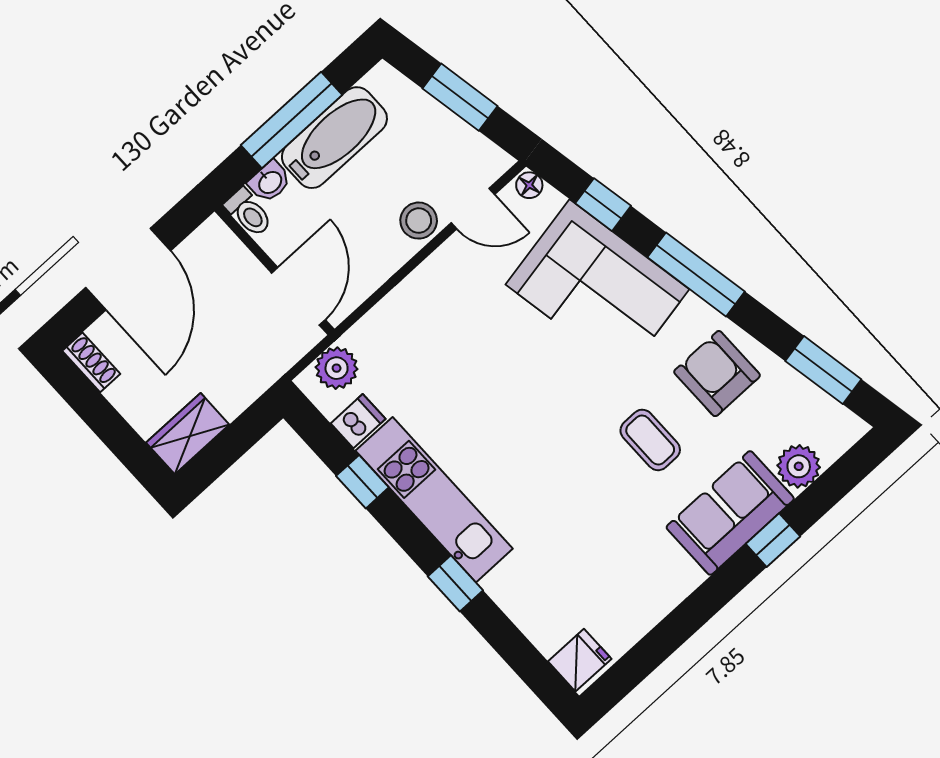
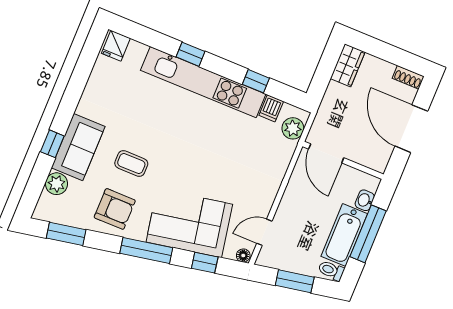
toilet: (248, 212) -> (331, 270), moved
stool: (419, 221) -> (287, 215), removed
kitchen unit: (434, 500) -> (203, 82), width x1.36

